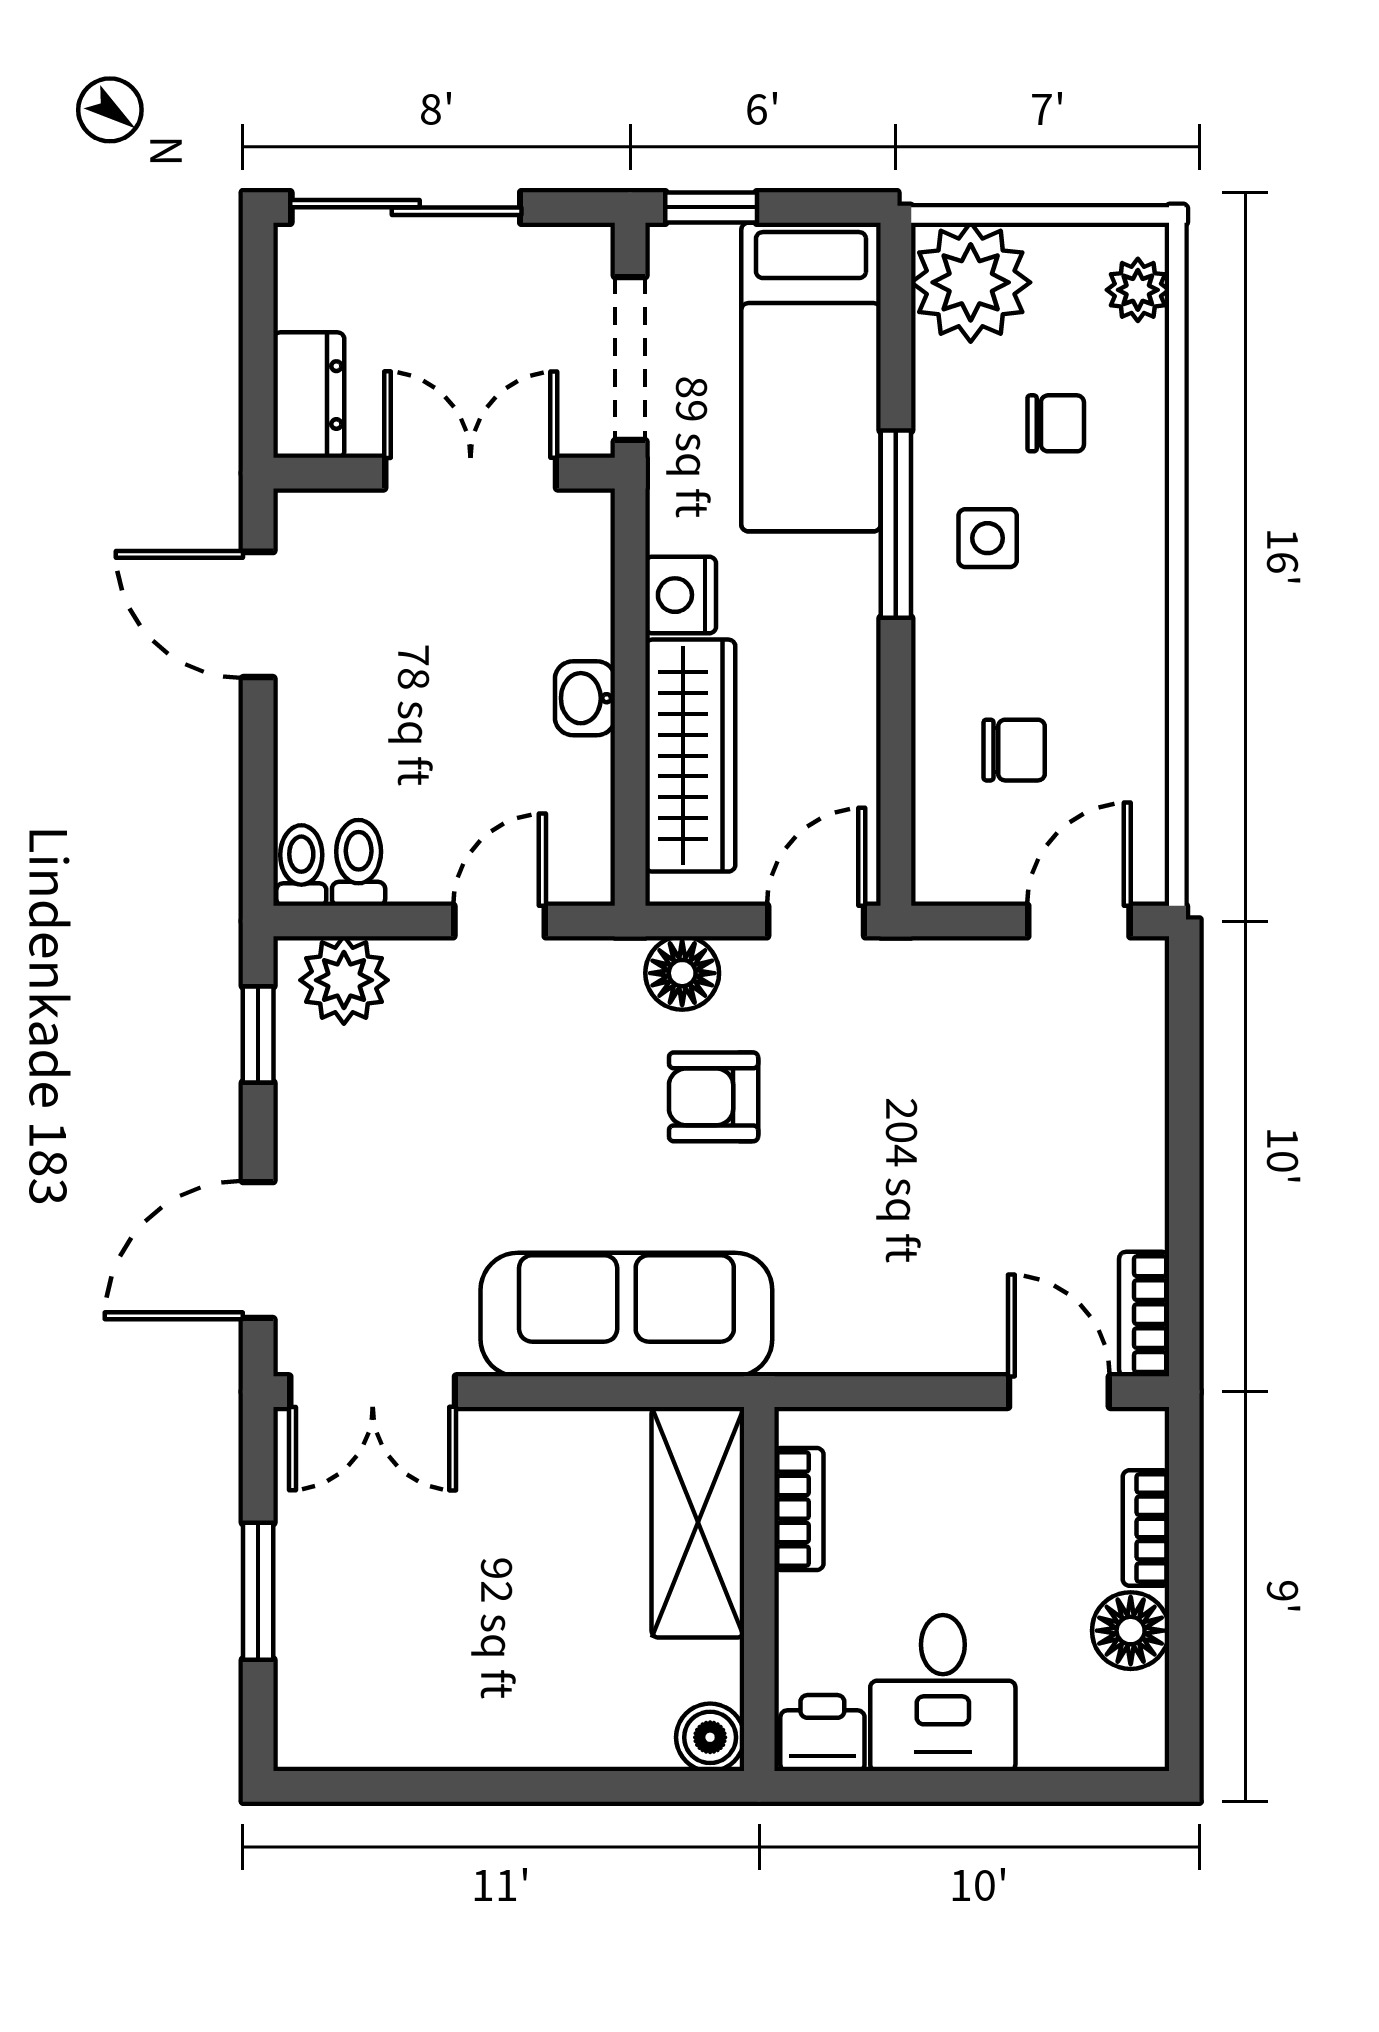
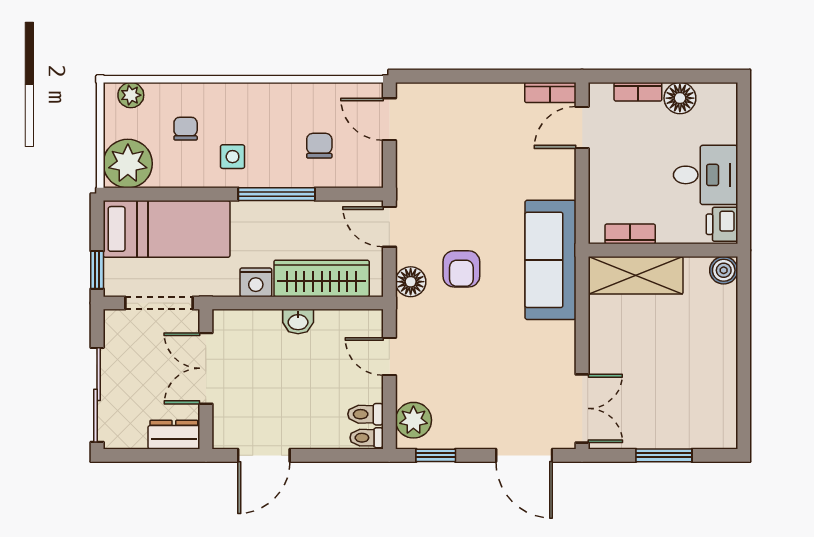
window: (896, 524) -> (277, 194), moved
sofa: (626, 1315) -> (551, 260), moved

